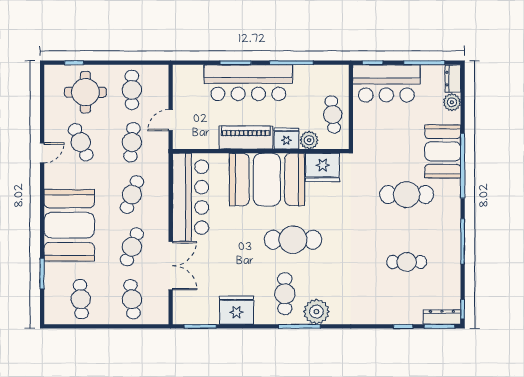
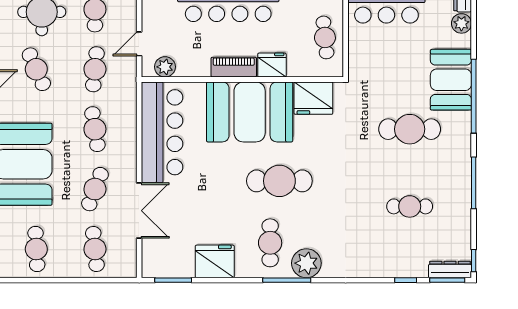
piano: (246, 137) -> (234, 67), width x0.73, depth x0.75
plant: (309, 140) -> (165, 67), moved
cafe table: (132, 195) -> (95, 129), turned -30

